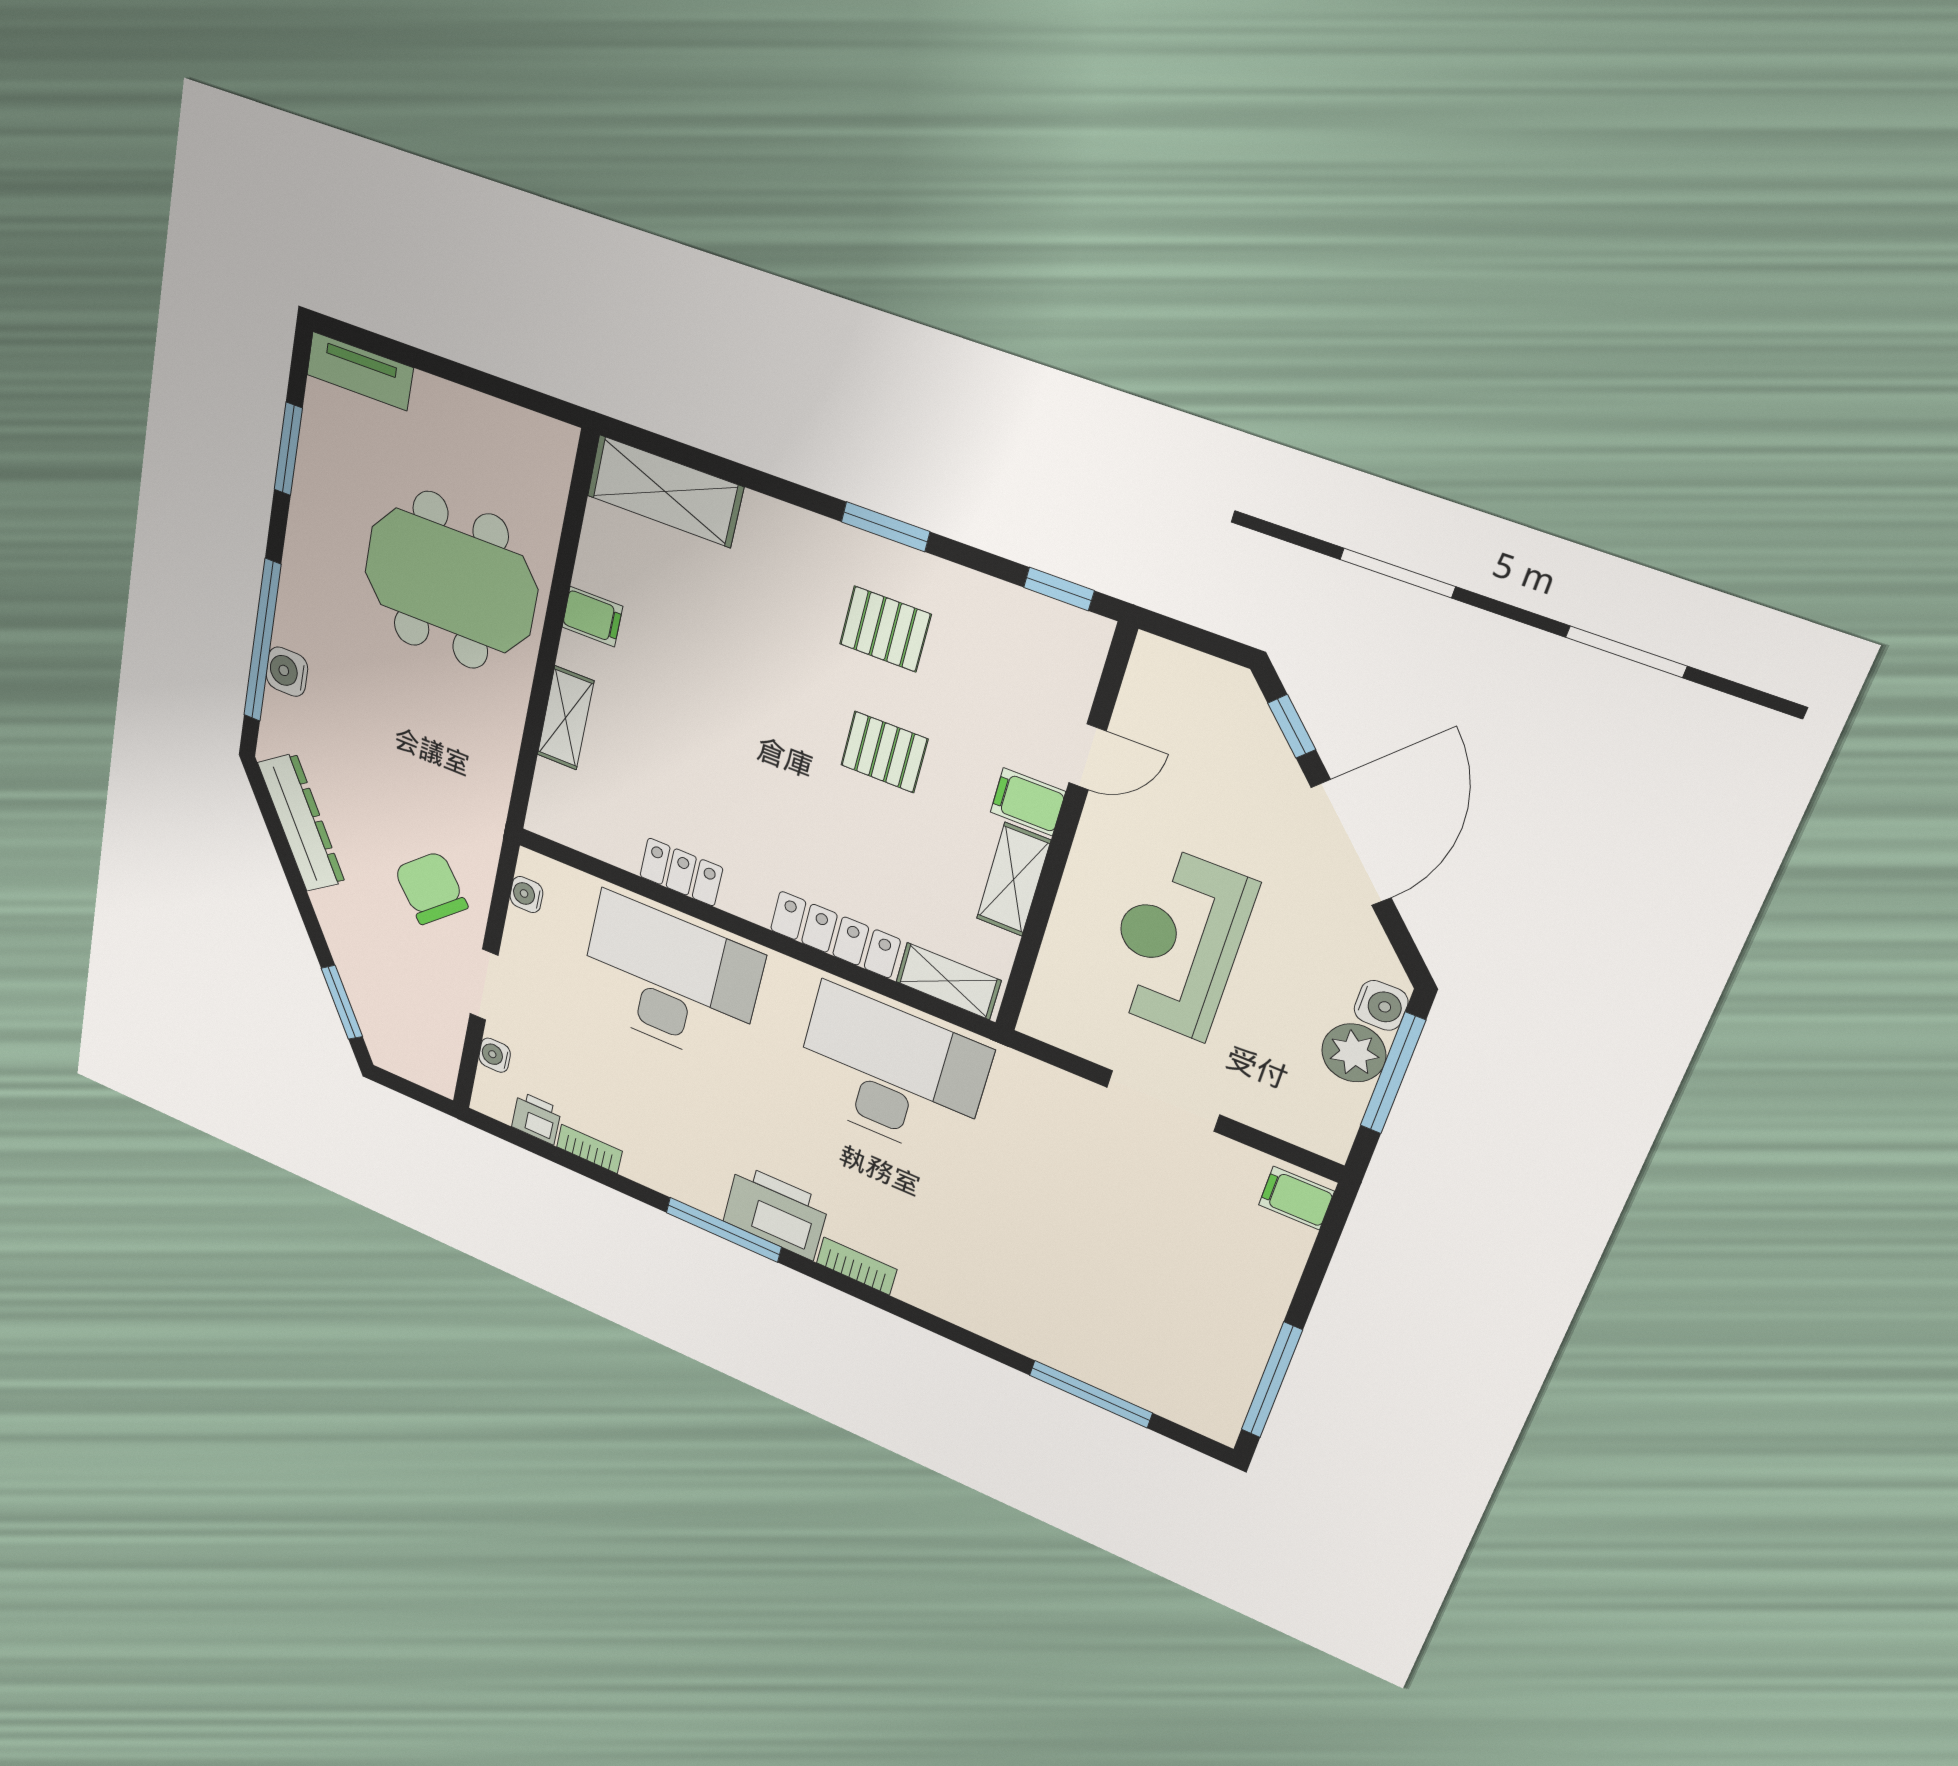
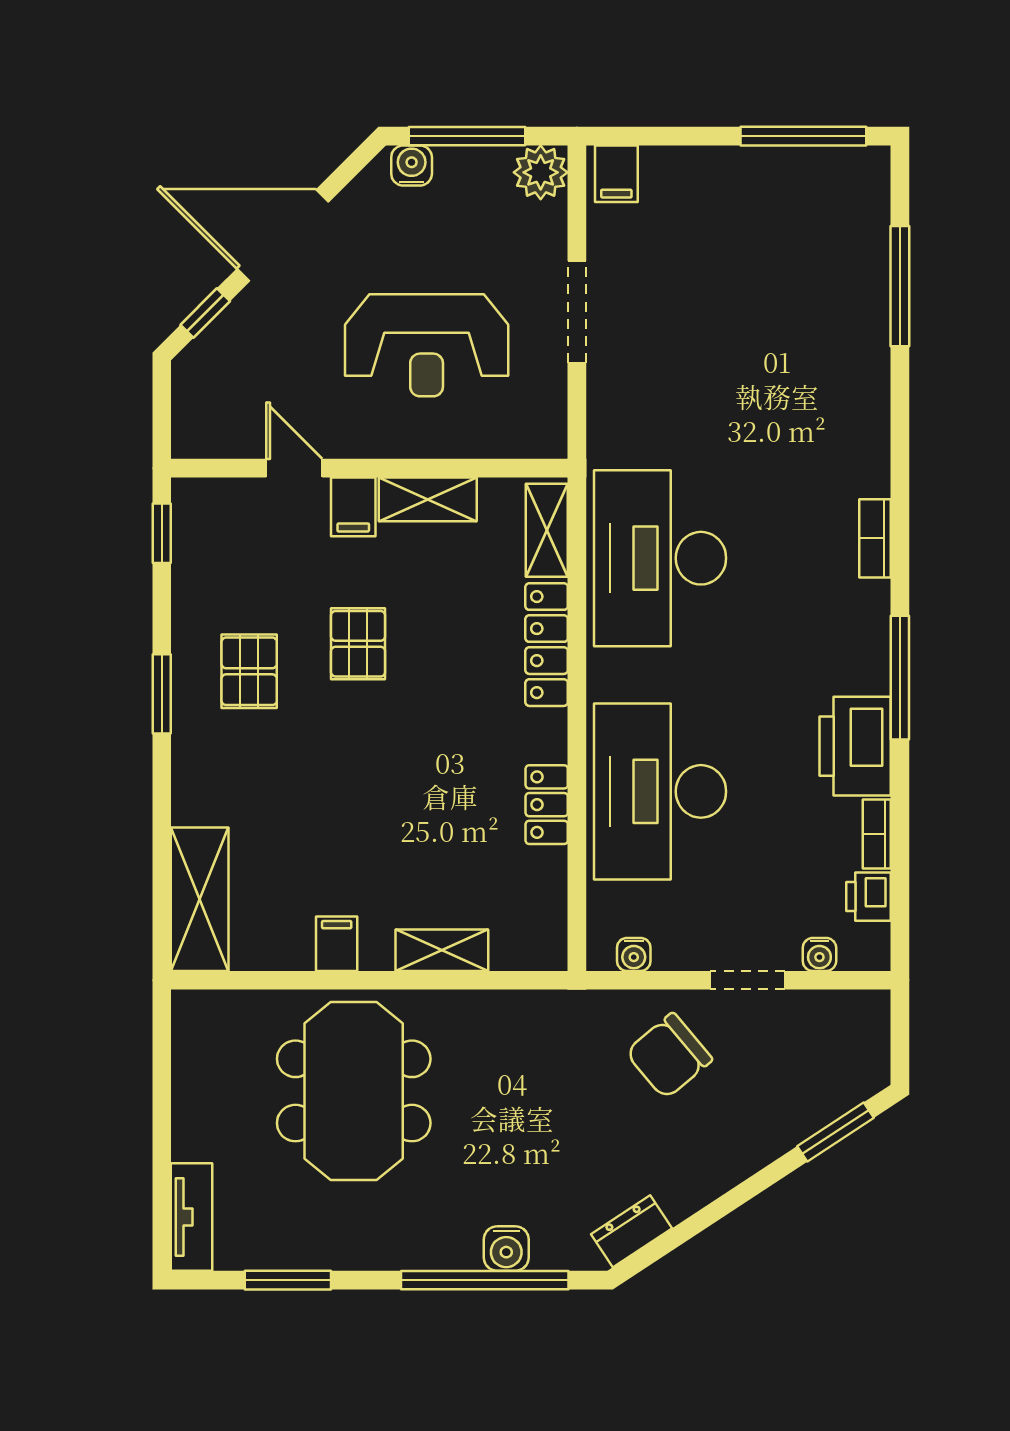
dresser: (301, 823) -> (632, 1231), width x0.51, depth x0.80
plant: (1354, 1053) -> (541, 172), moved
printer: (776, 1212) -> (855, 746), moved

